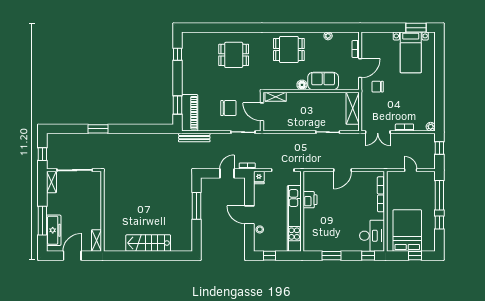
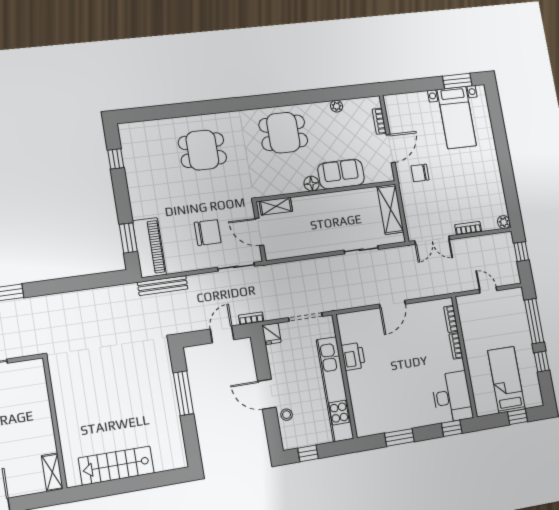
wall: (103, 211) -> (55, 423), moved
bed: (407, 230) -> (506, 380), width x0.67
shelving: (97, 240) -> (52, 472), moved

